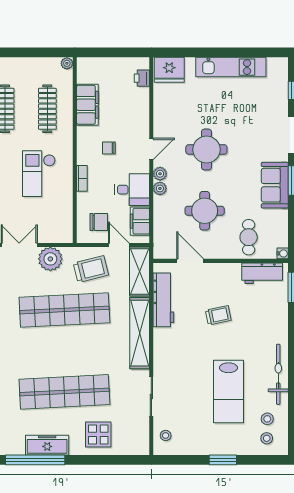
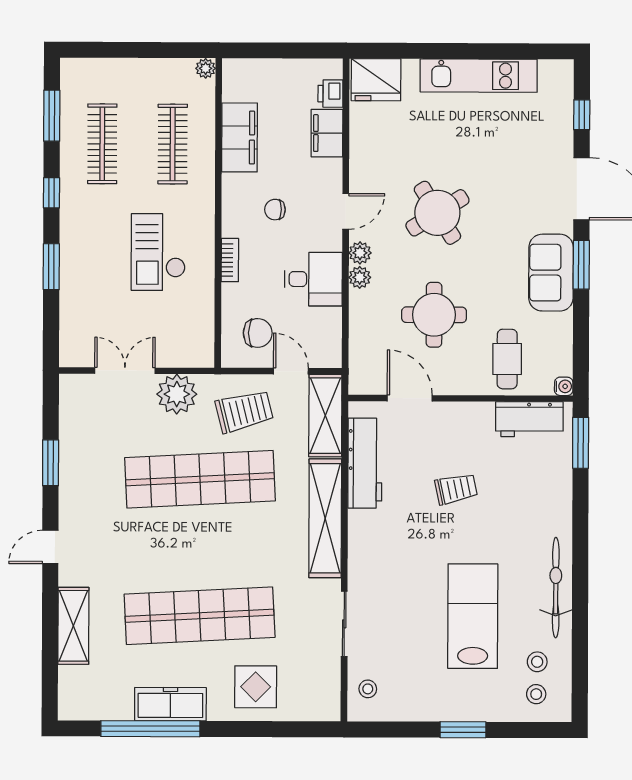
round table: (206, 150) -> (437, 213), turned -32
filing cabinet: (140, 221) -> (327, 133), moved
lab bench: (228, 392) -> (473, 616), turned 180

